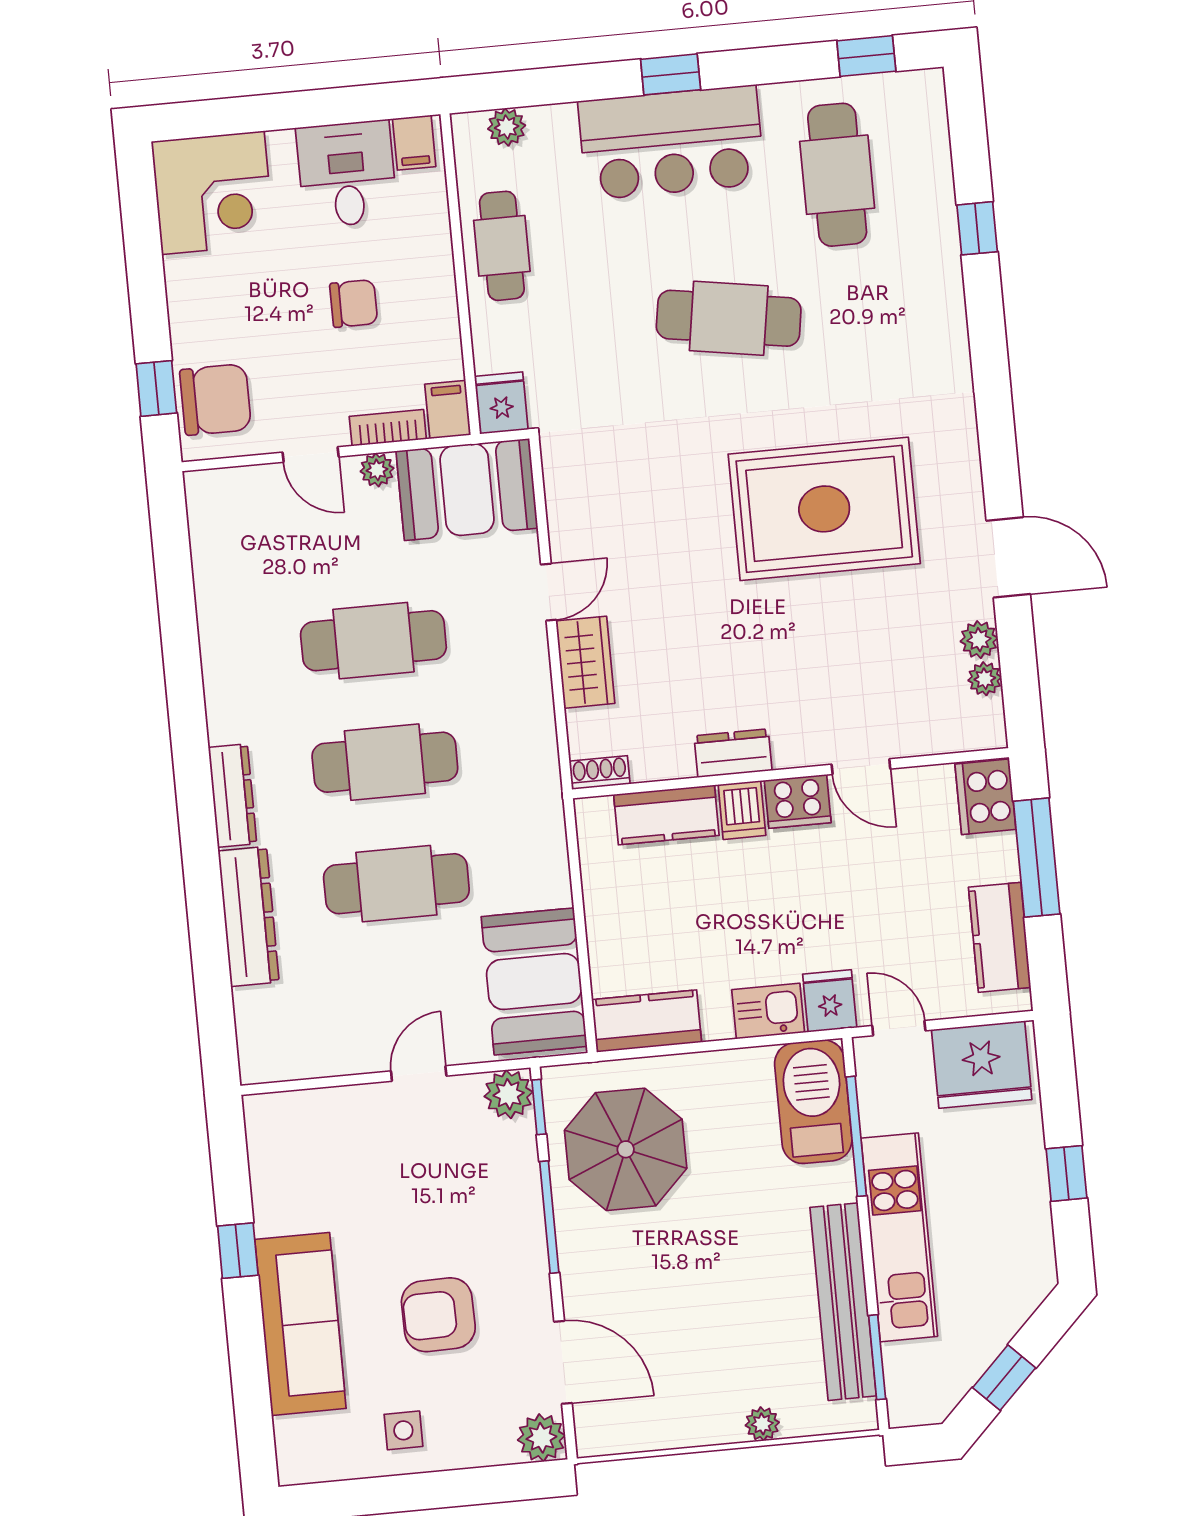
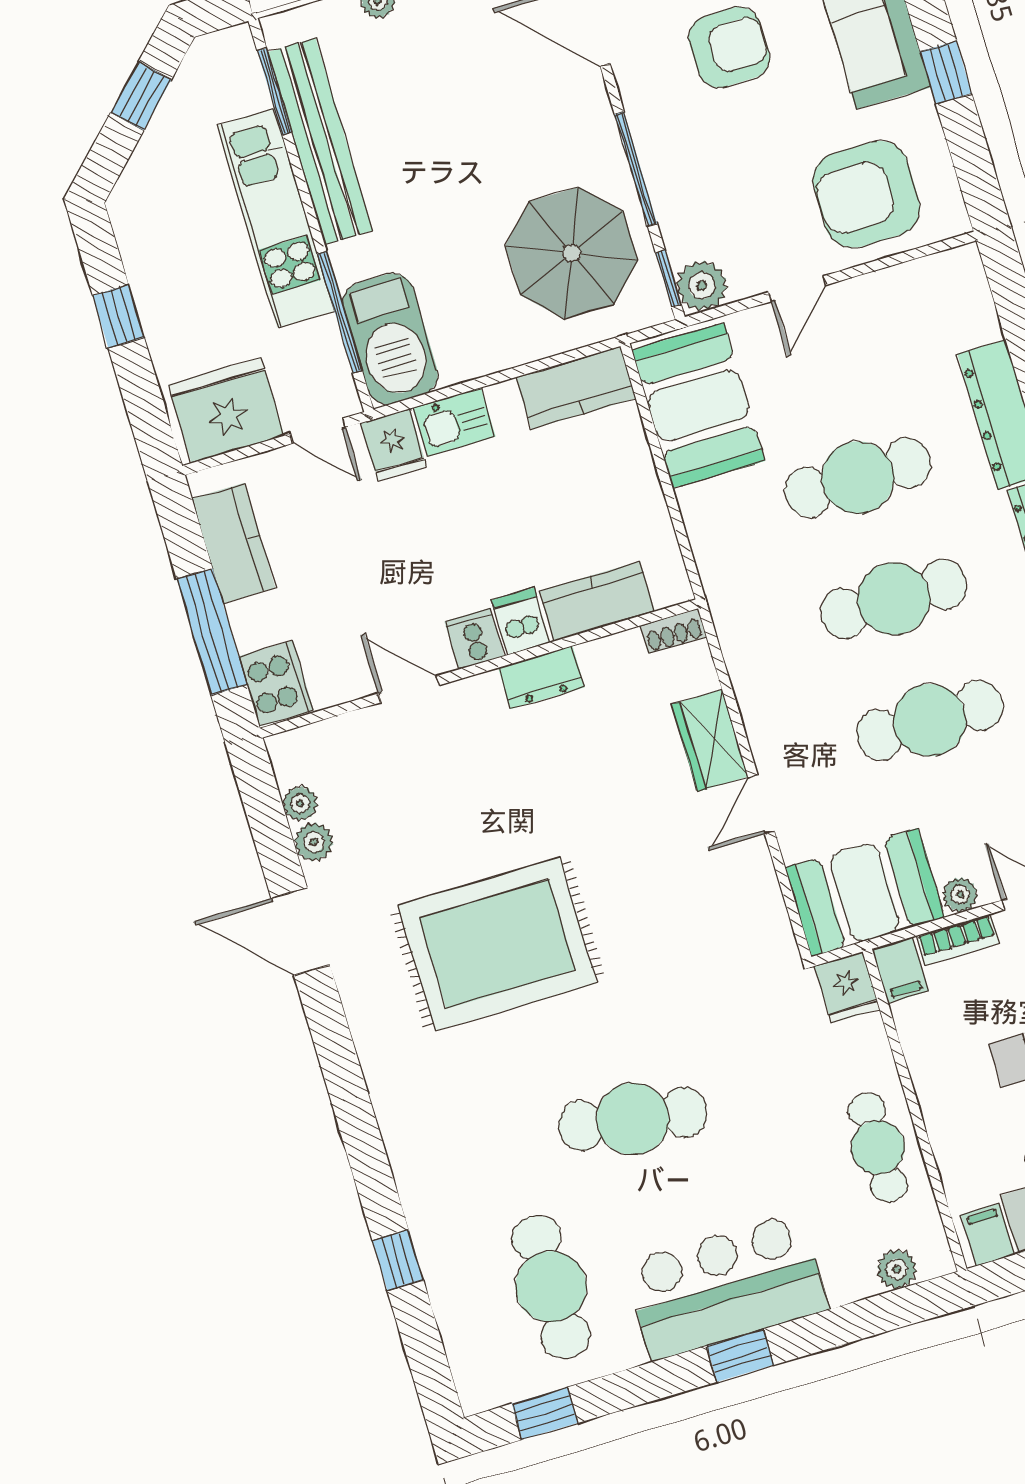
cooker: (798, 801) -> (474, 639), width x0.73
armchair: (336, 1150) -> (866, 194), added

